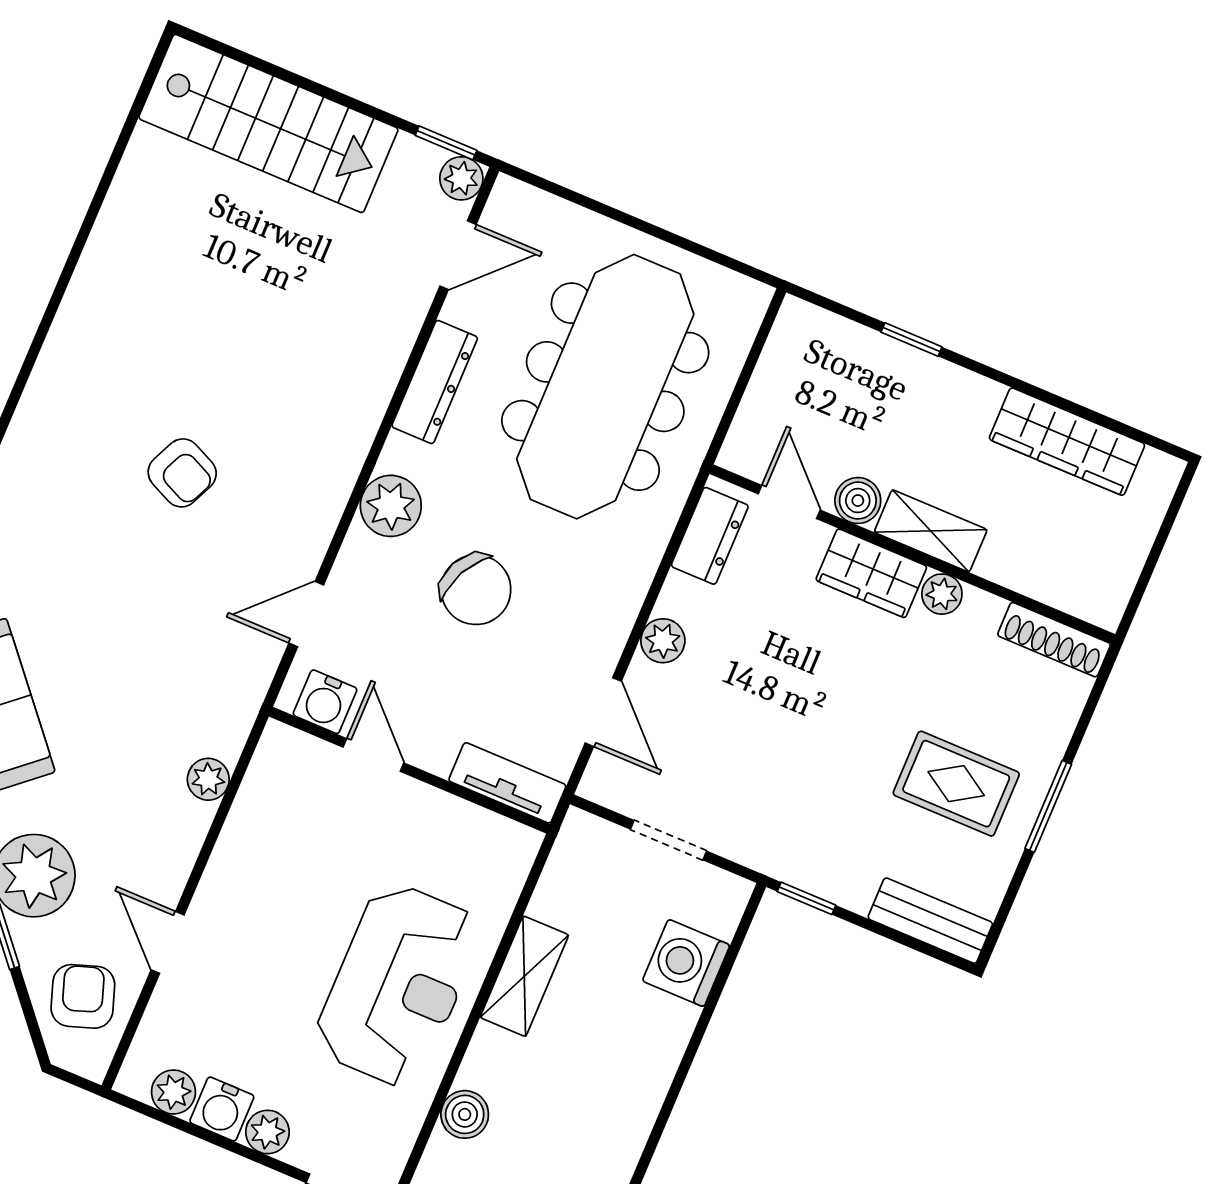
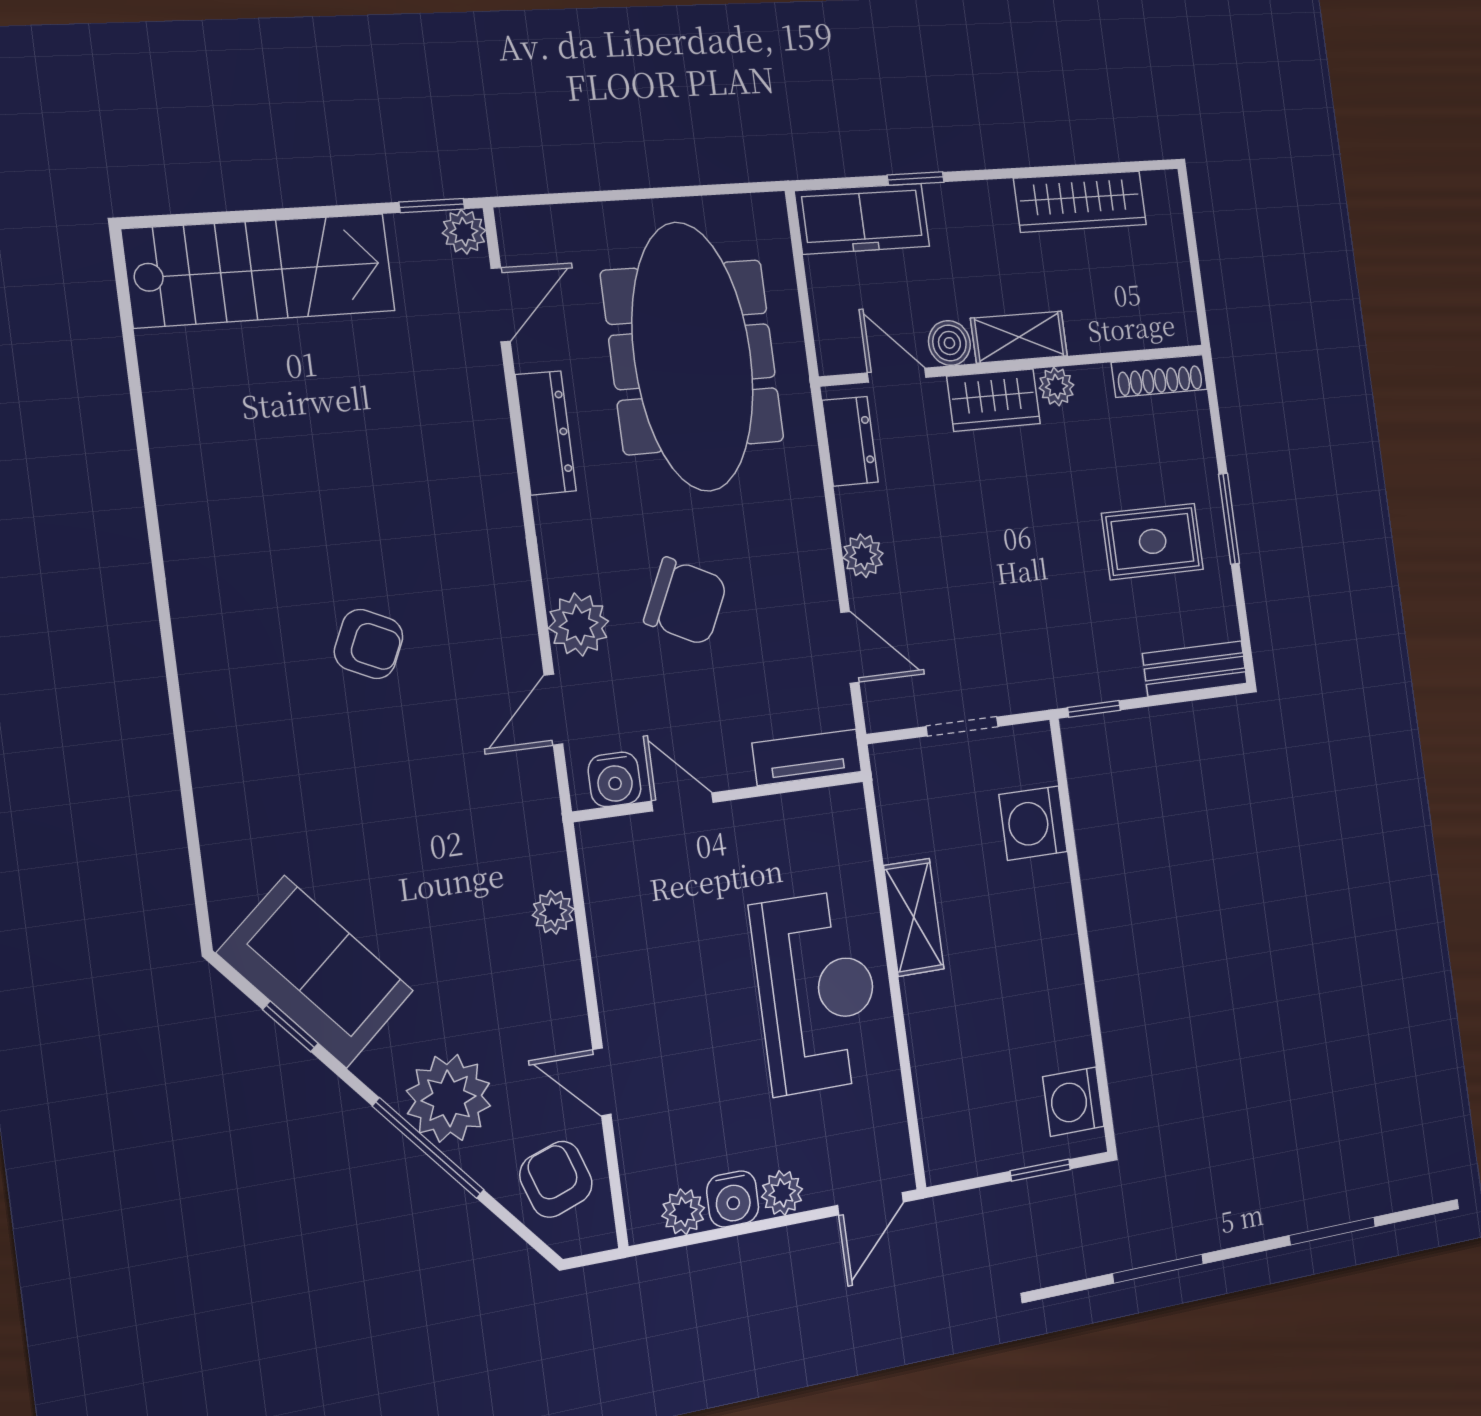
freezer: (838, 349) -> (862, 219), added
plant: (391, 506) -> (579, 625), moved
boiler: (465, 1114) -> (933, 1068), removed

